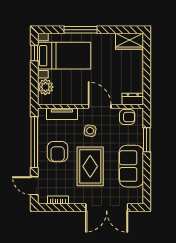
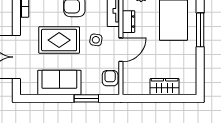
wardrobe: (130, 41) -> (165, 87), moved, turned 90
dresser: (133, 99) -> (128, 22), moved
armchair: (127, 117) -> (110, 78), turned 180

